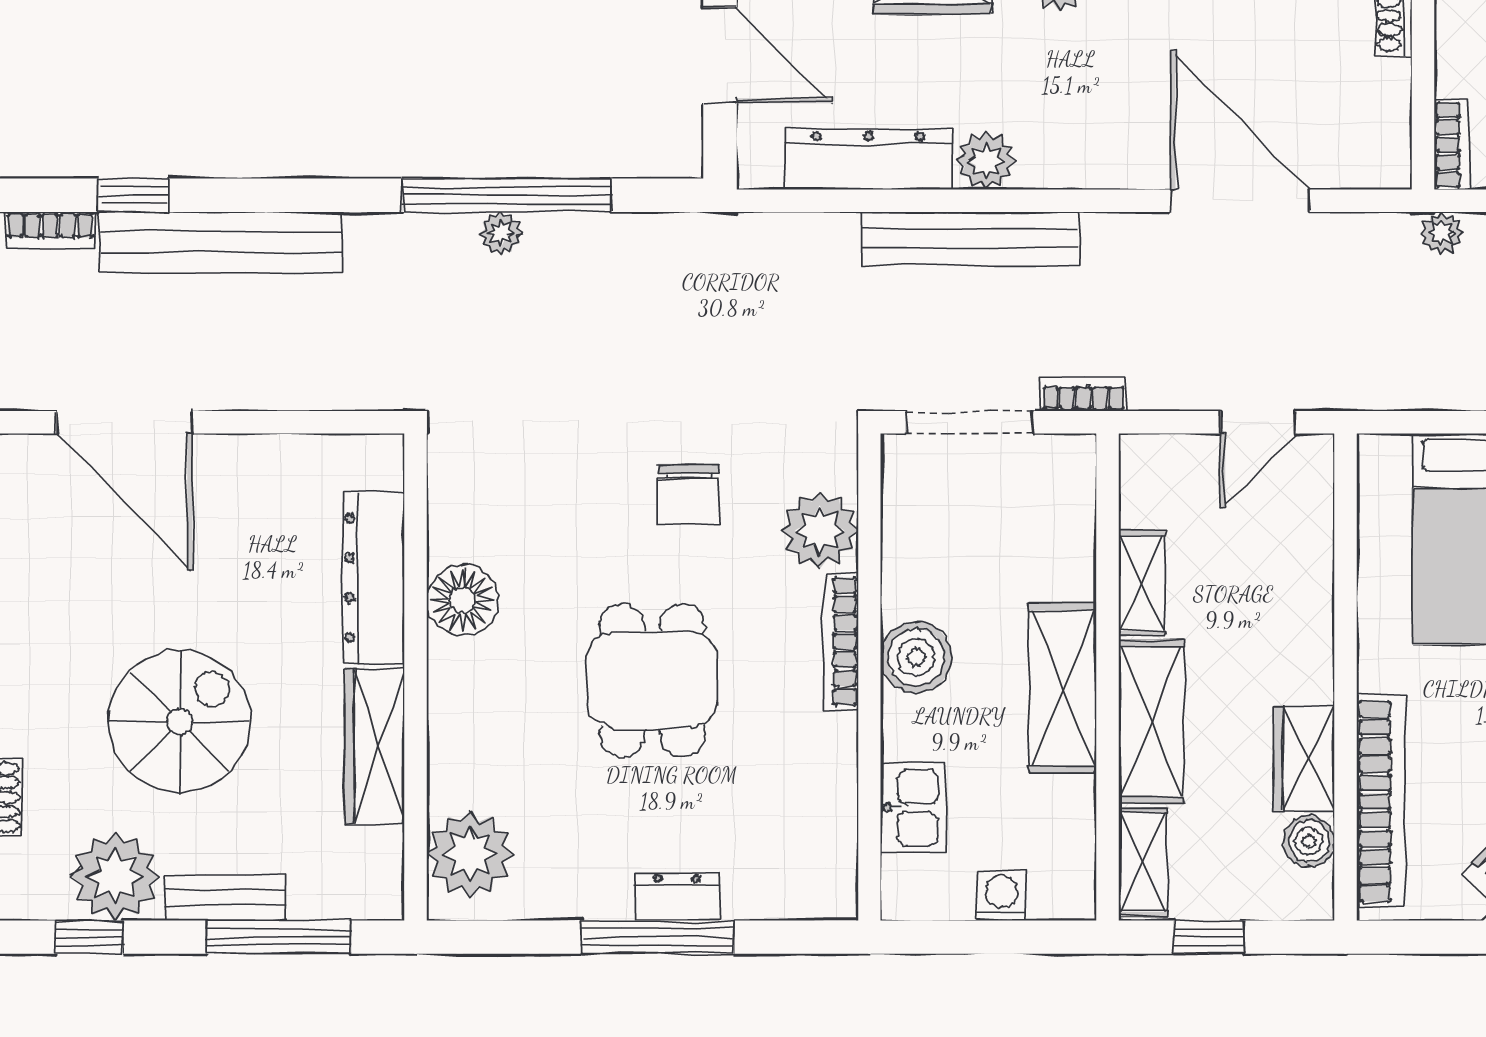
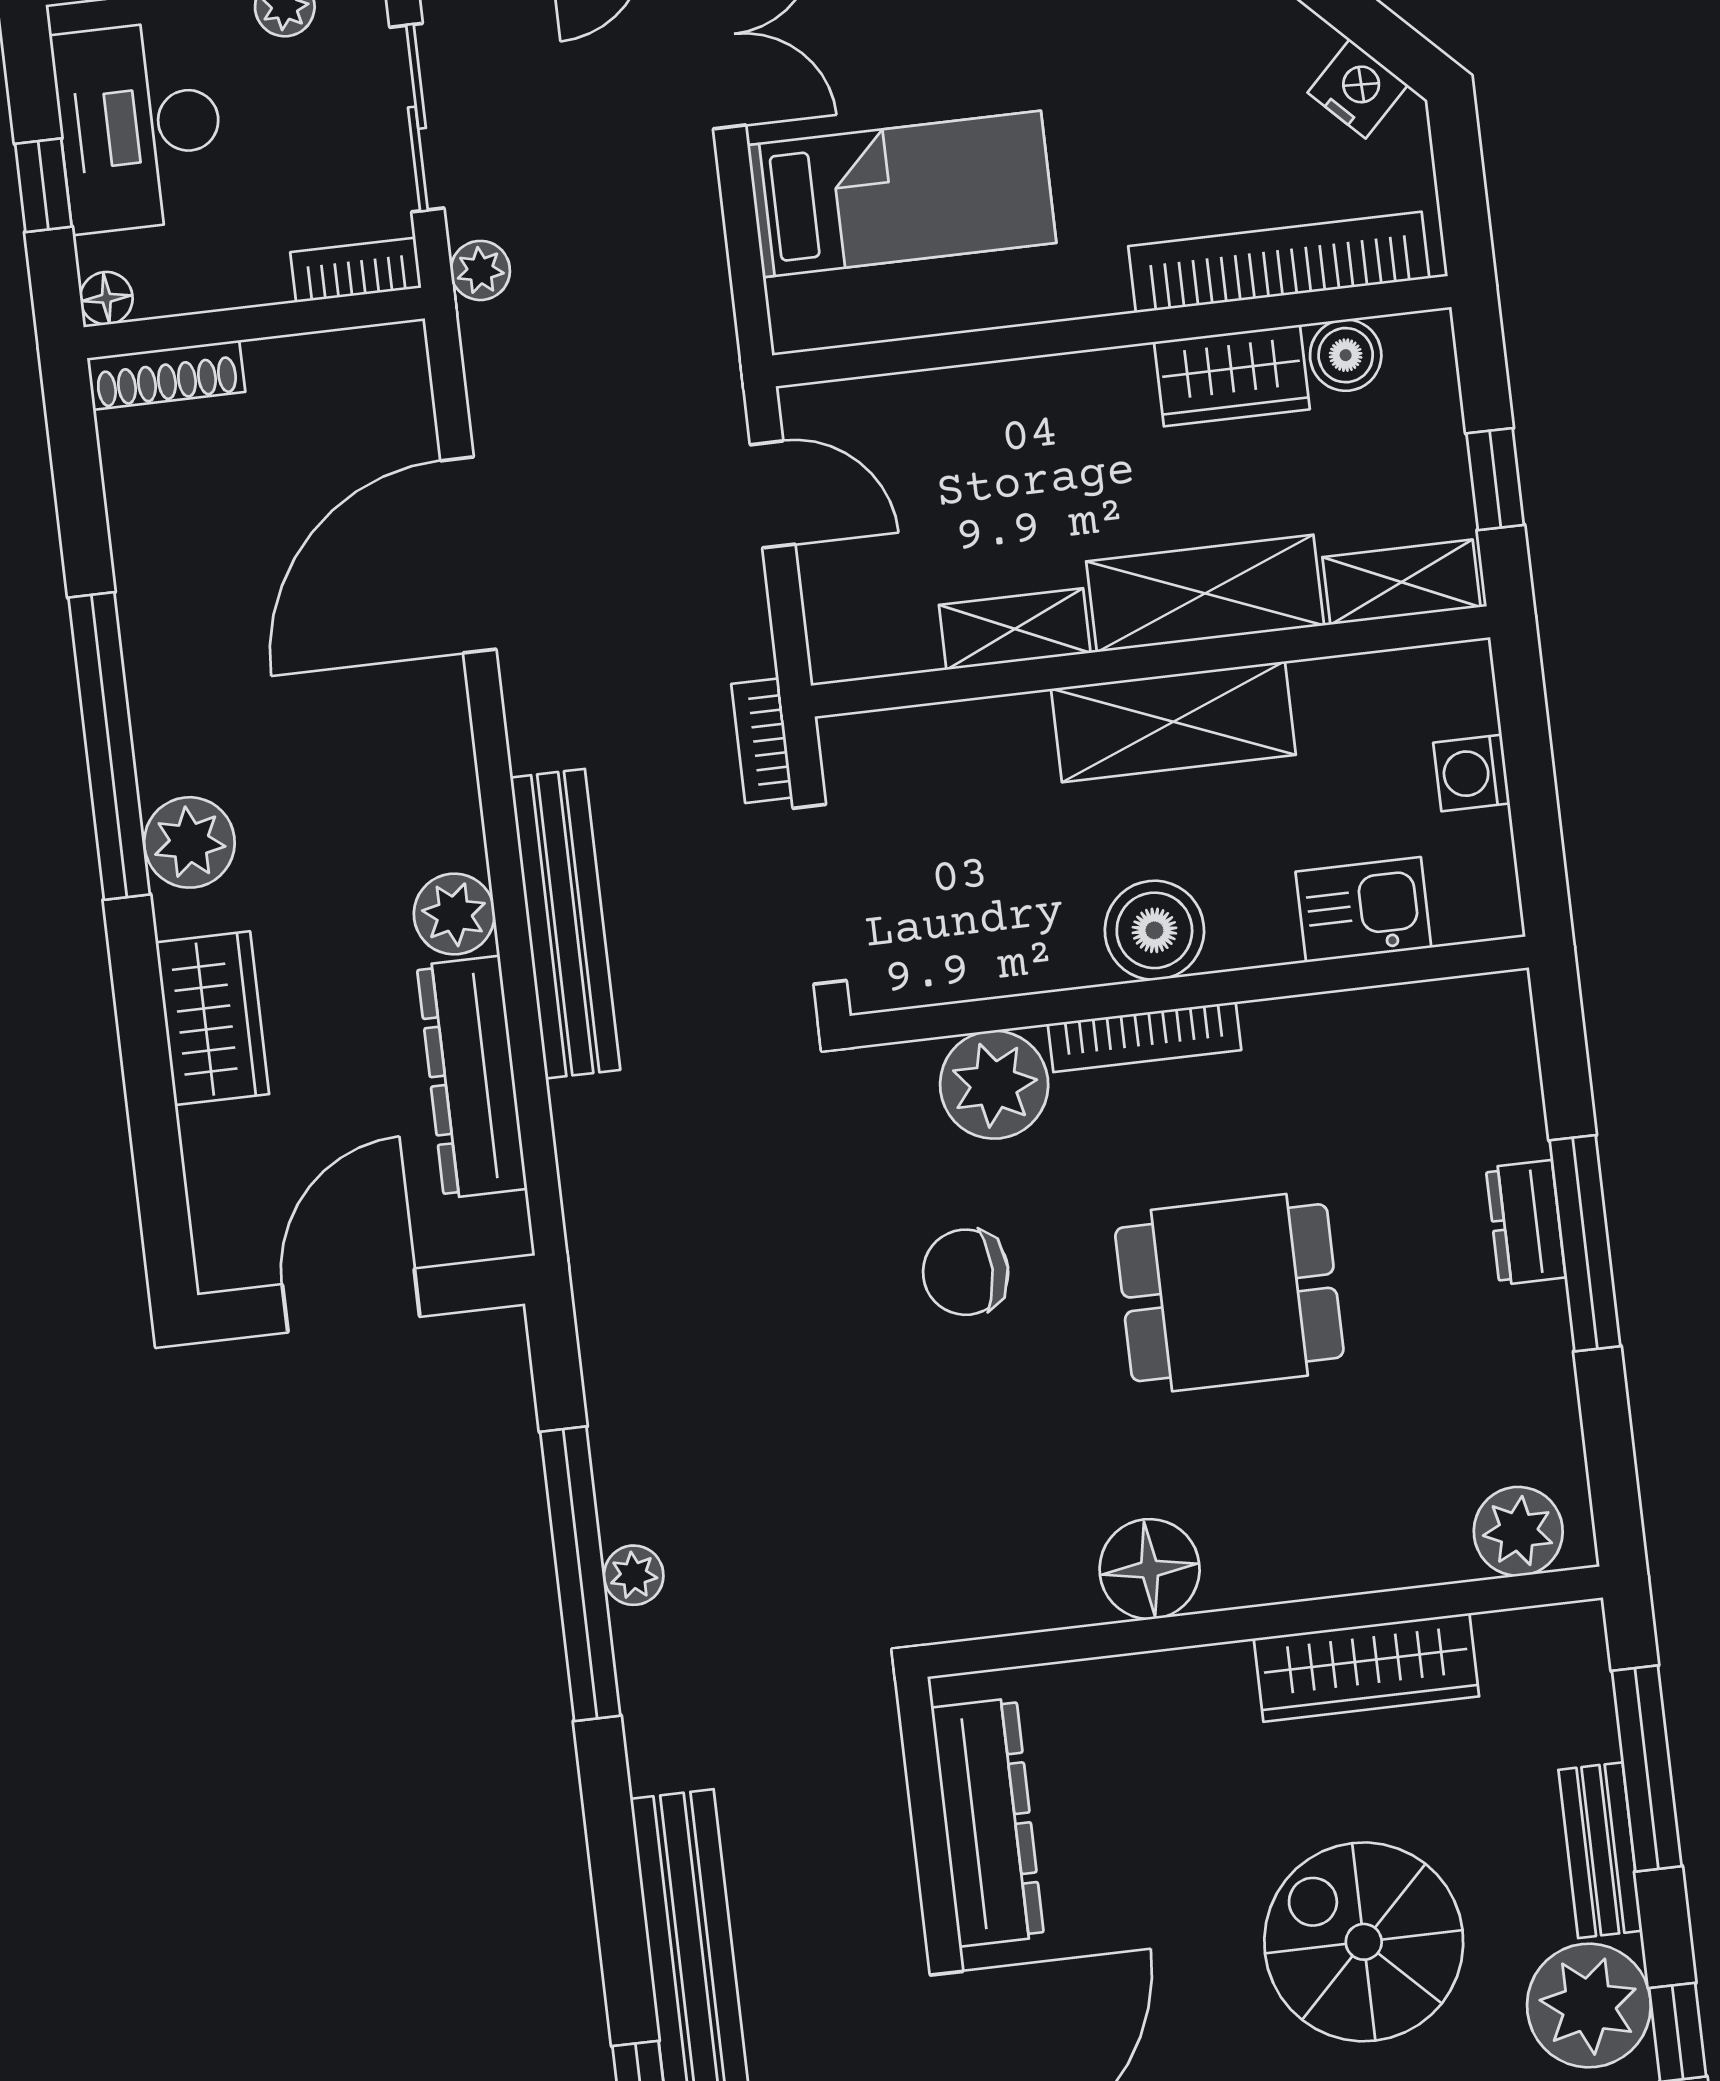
chair: (689, 494) -> (966, 1272), turned 180
dresser: (374, 578) -> (988, 1822), moved, turned -90
plant: (470, 854) -> (1518, 1531), width x0.73, depth x0.73

